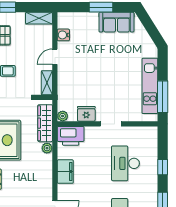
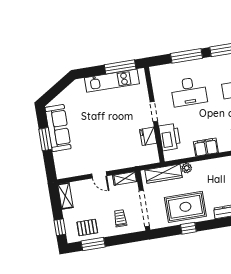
sofa: (116, 22) -> (58, 128), width x1.36
water cooler: (63, 35) -> (77, 170), removed
plant: (63, 116) -> (154, 158), removed
printer: (71, 136) -> (170, 137), moved
window: (163, 167) -> (186, 56), width x2.17

